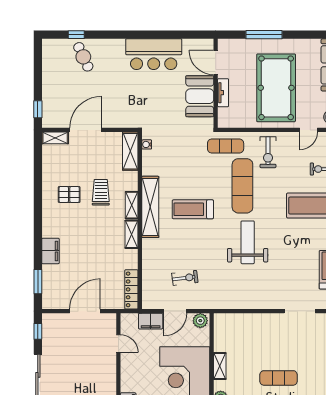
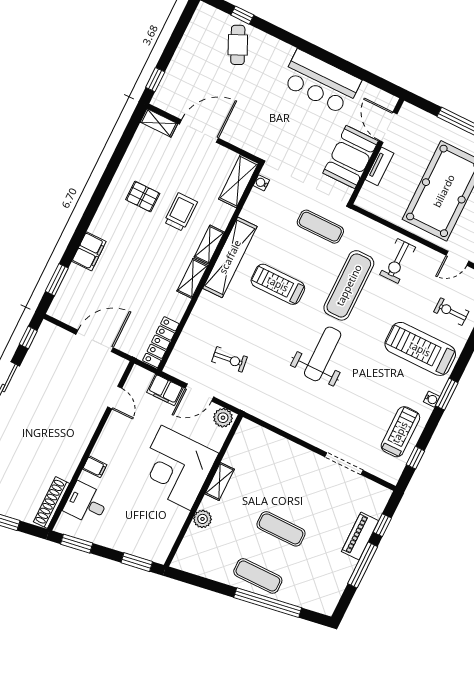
exercise mat: (226, 146) -> (320, 227), moved

